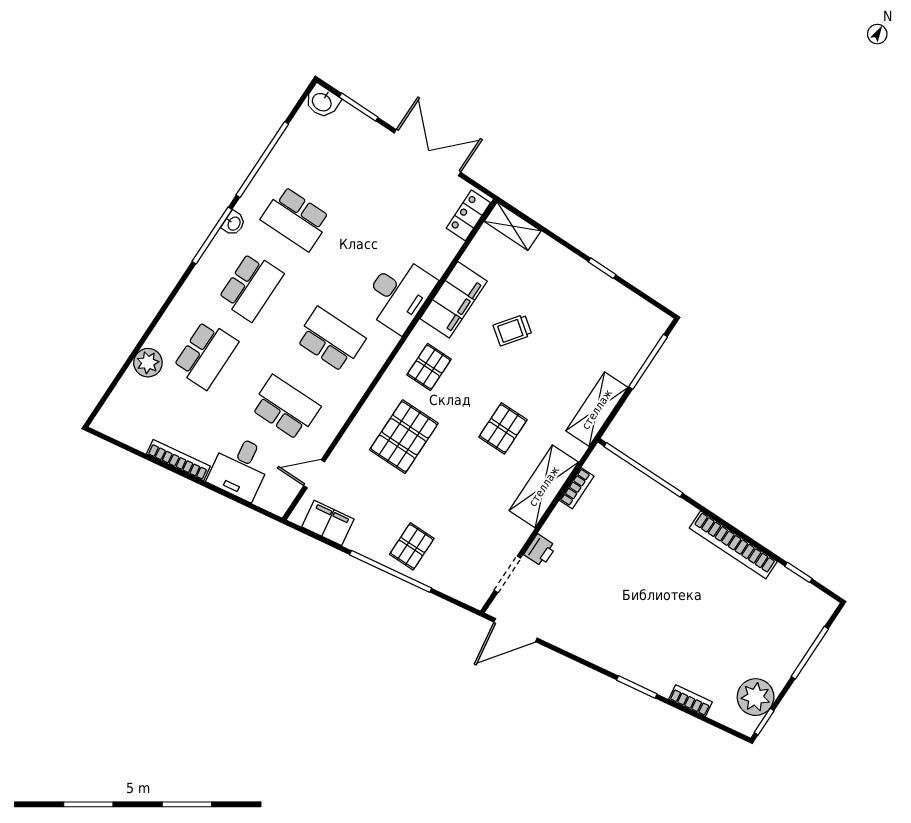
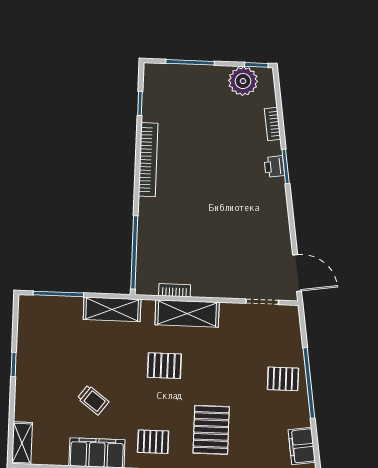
pallet: (404, 437) -> (211, 430), turned 90
printer: (540, 550) -> (274, 167), moved, turned -98

